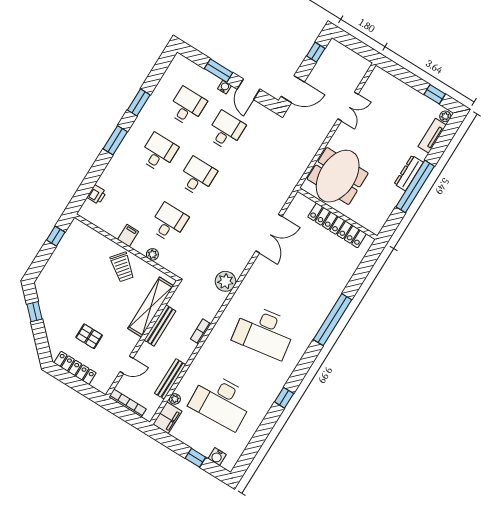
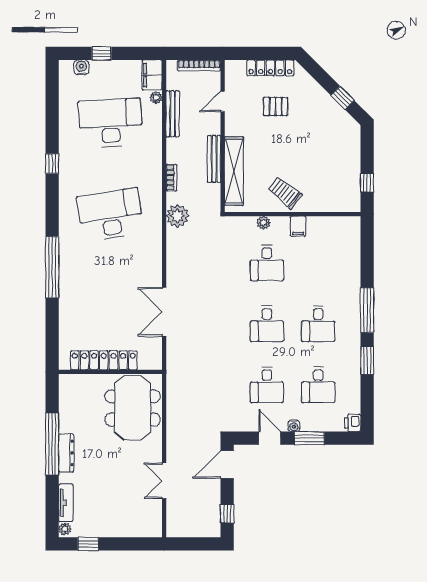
window: (115, 140) -> (367, 310), width x1.44
printer: (97, 195) -> (353, 423), moved
plant: (226, 281) -> (177, 216), moved

